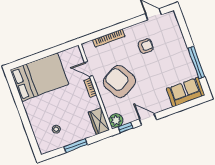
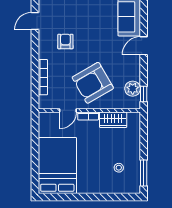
door: (148, 119) -> (144, 46), moved
wardrobe: (99, 121) -> (113, 120), moved
plant: (116, 121) -> (133, 89), moved
window: (76, 146) -> (144, 173), moved

